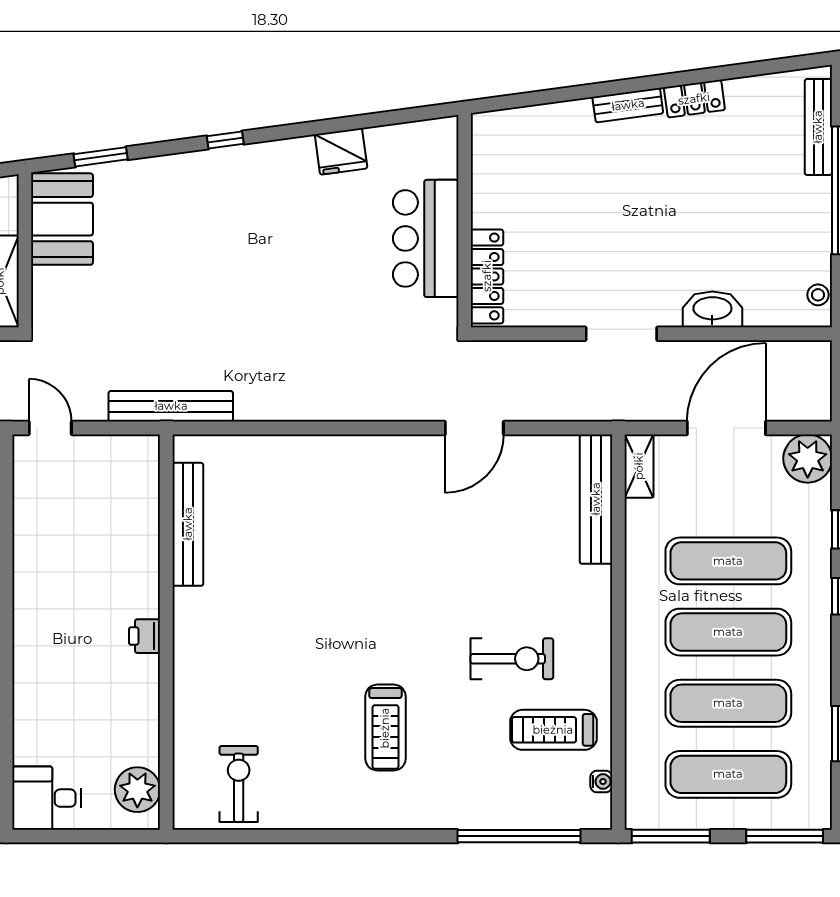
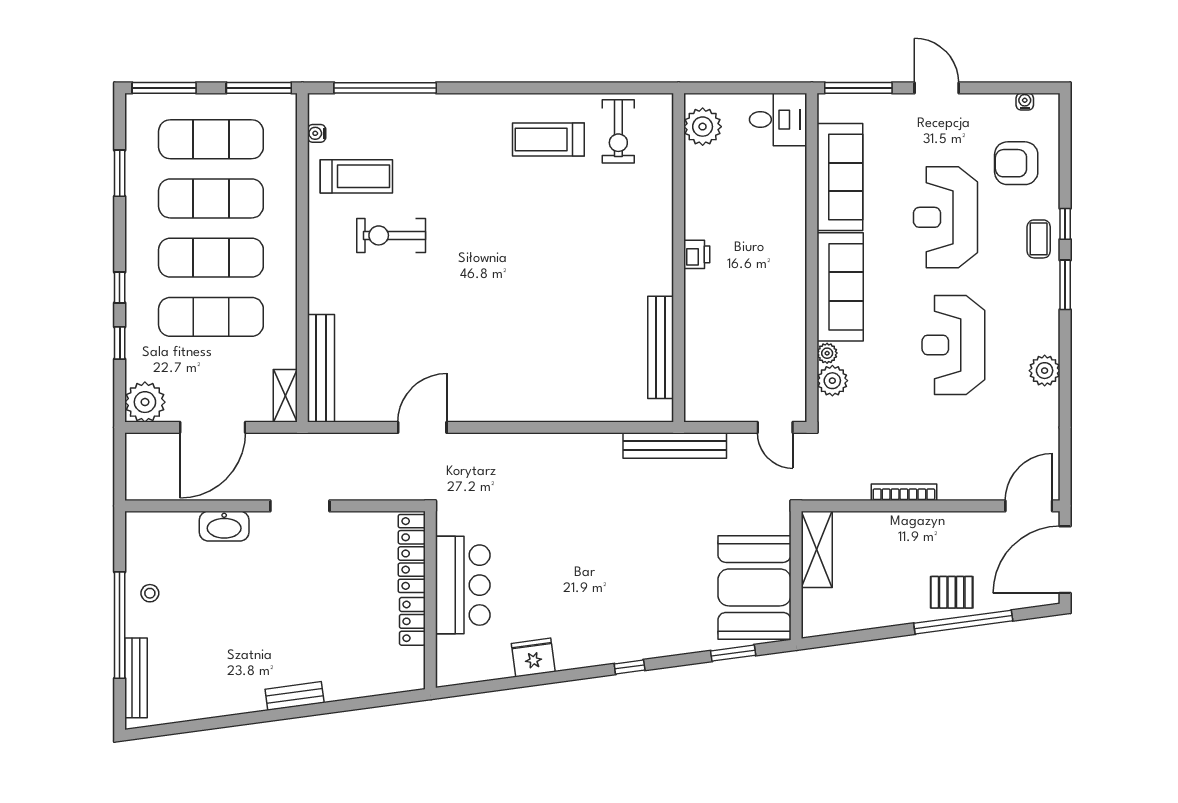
locker: (694, 99) -> (412, 621), moved, turned -82
booth: (62, 219) -> (754, 587), width x1.36, depth x1.42
stool: (818, 295) -> (150, 593), moved
treadmill: (385, 728) -> (548, 139), moved, turned -90

